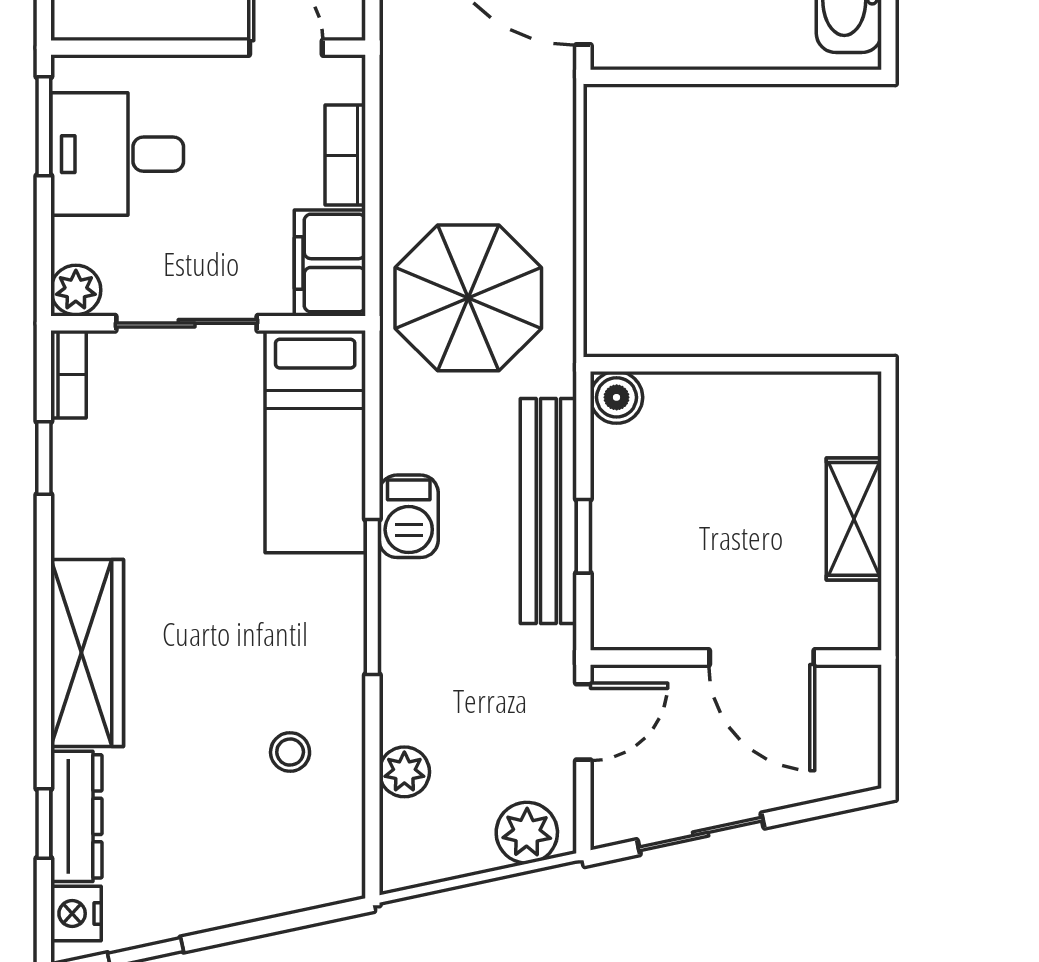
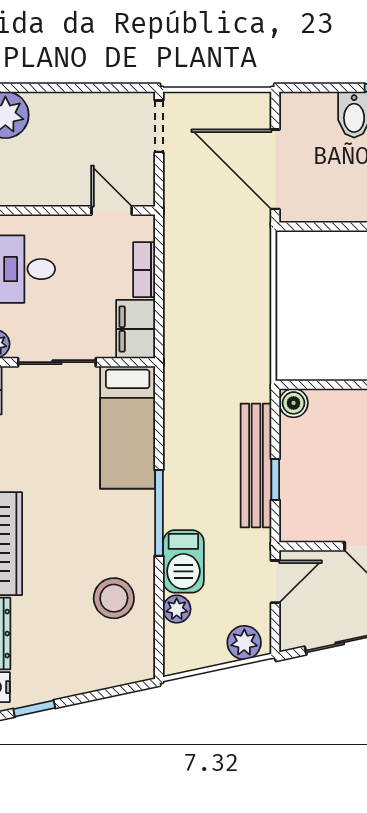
parasol: (468, 298) -> (212, 348), removed
barbecue: (409, 516) -> (183, 561), moved, width x1.38, depth x1.27
stool: (290, 752) -> (114, 598), width x1.89, depth x1.89

